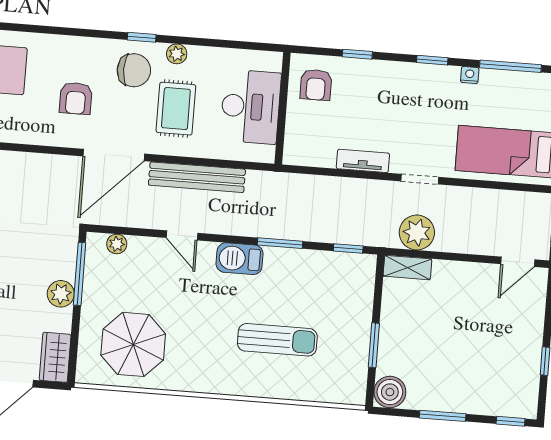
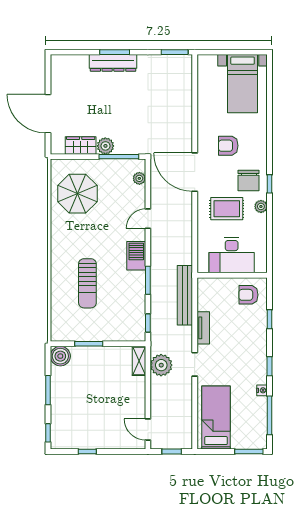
bench: (197, 177) -> (185, 295), moved
wardrobe: (55, 357) -> (81, 146), moved

